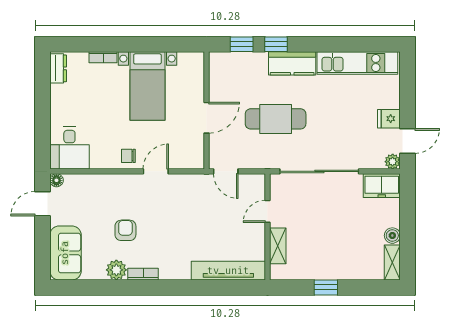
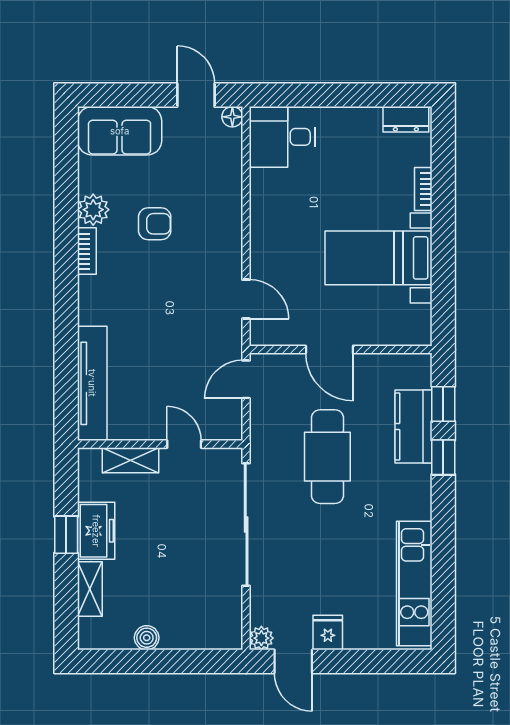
kitchen counter: (292, 63) -> (414, 427), moved
chair: (128, 156) -> (270, 228), removed
door: (156, 171) -> (246, 299), moved
freezer: (382, 186) -> (96, 531), moved, turned 180
shelving: (392, 262) -> (90, 589), moved, turned 90

